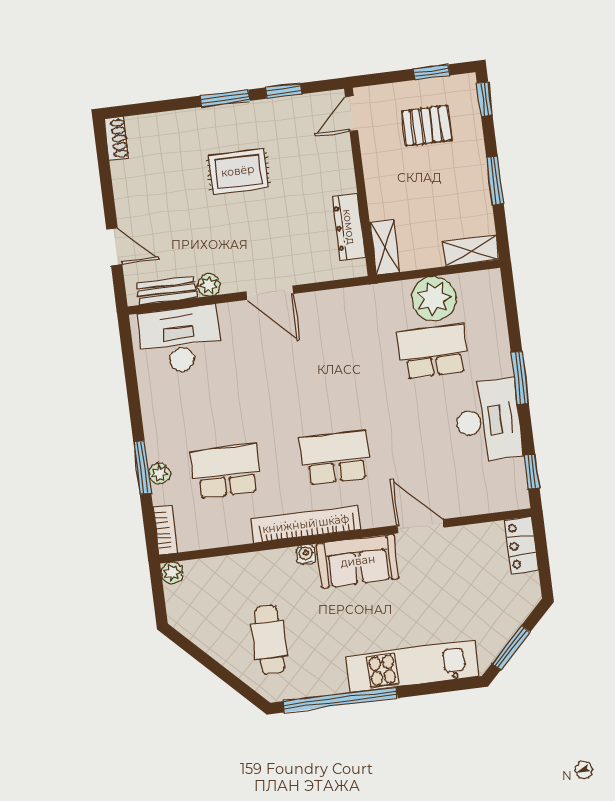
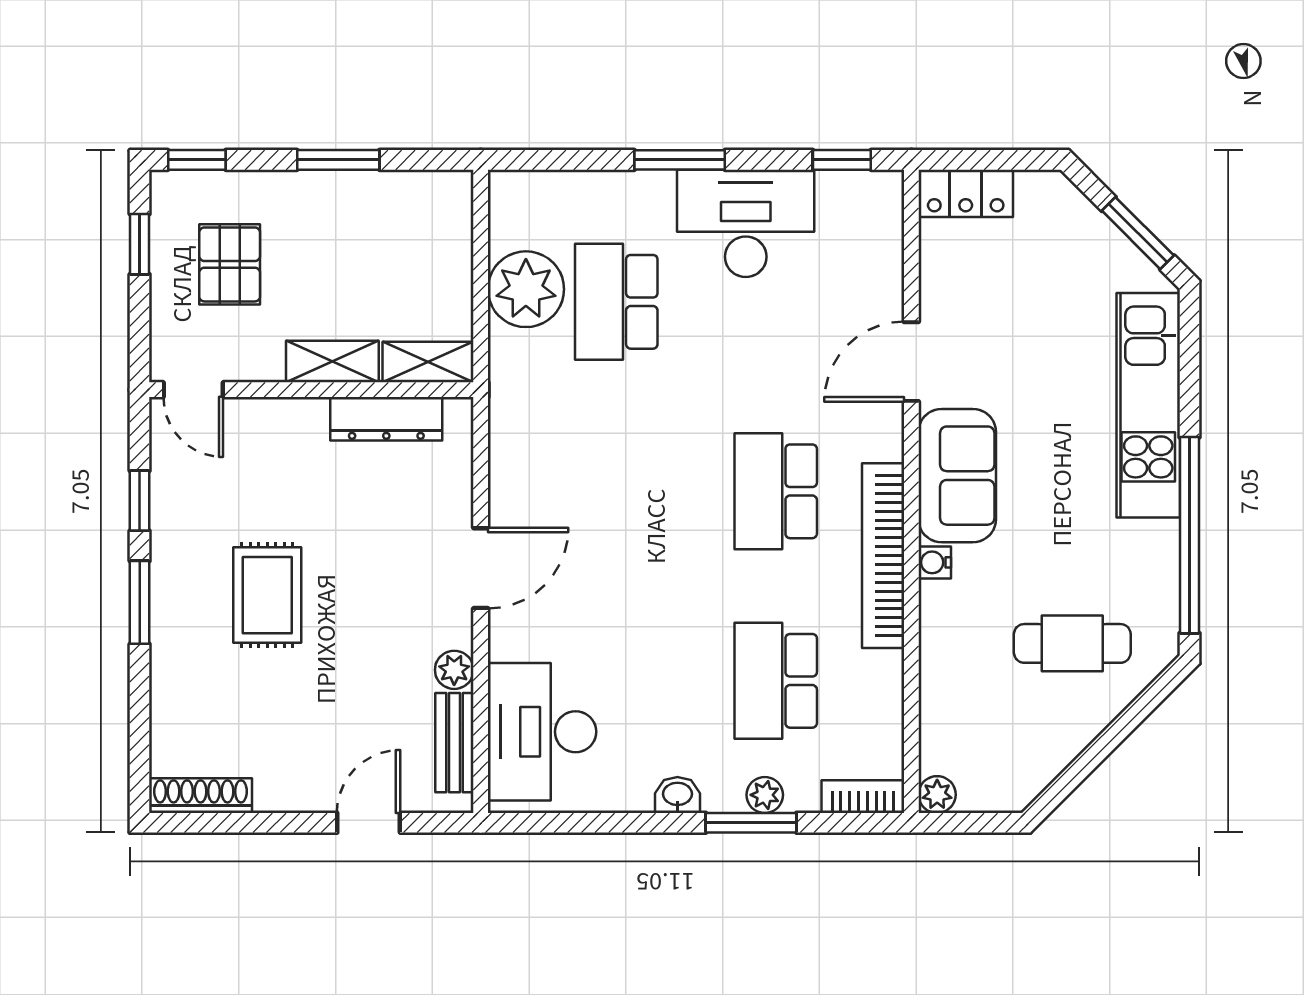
shoe rack: (117, 139) -> (201, 796), width x1.43
shelving: (471, 251) -> (332, 362), moved, turned 90
washbasin: (153, 423) -> (677, 795), added

